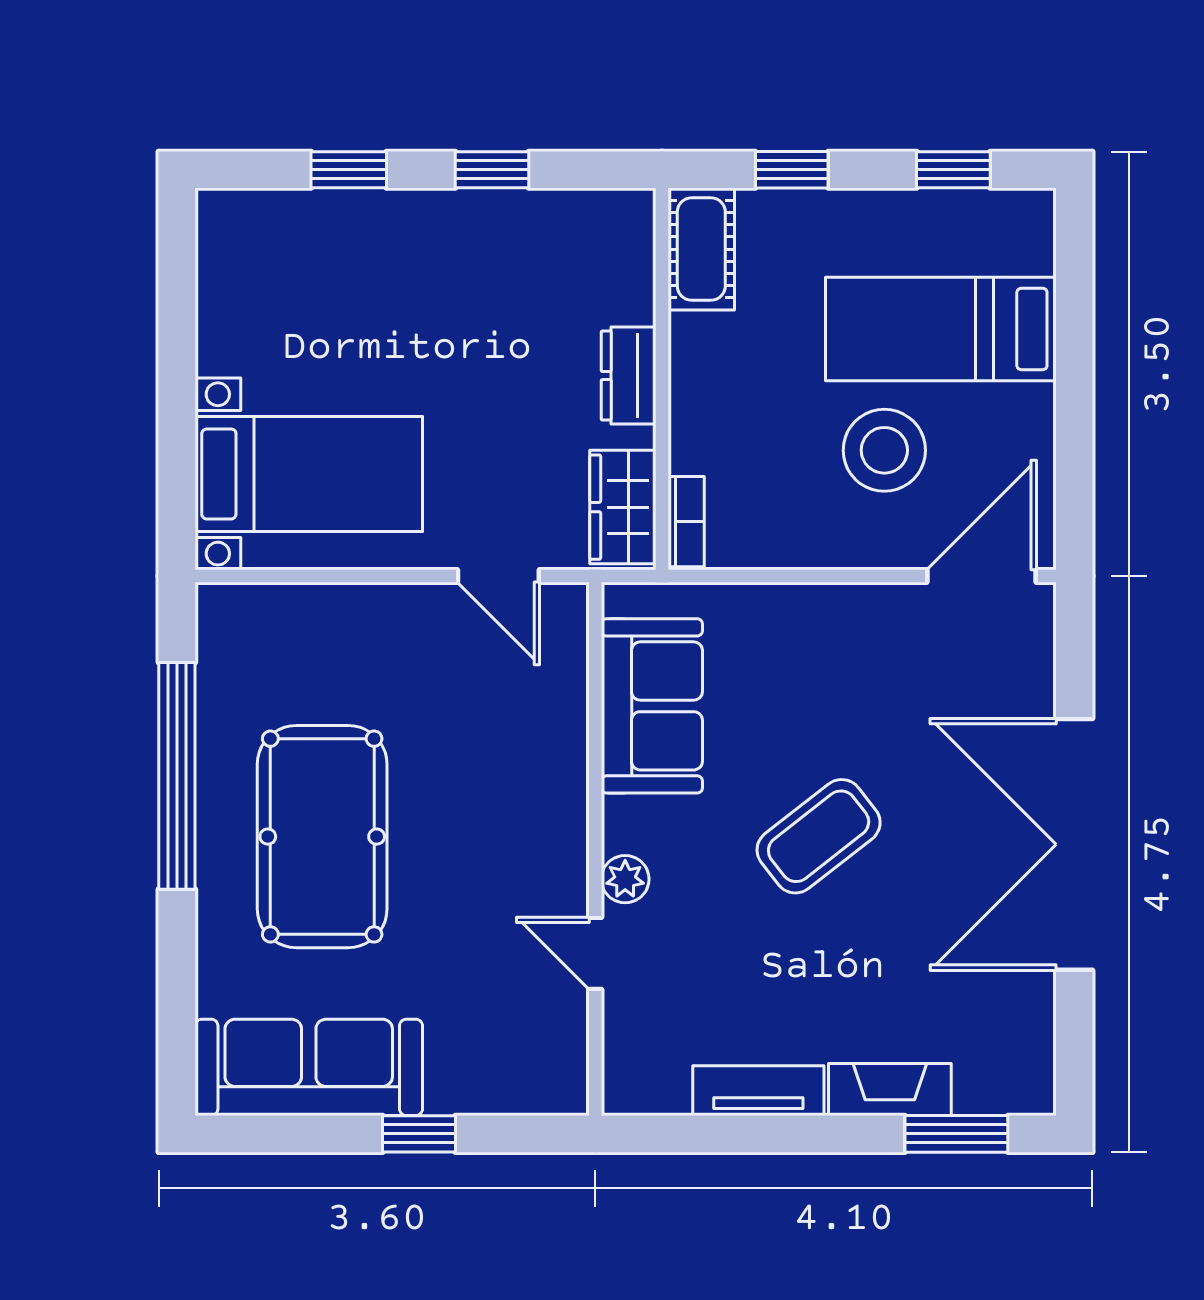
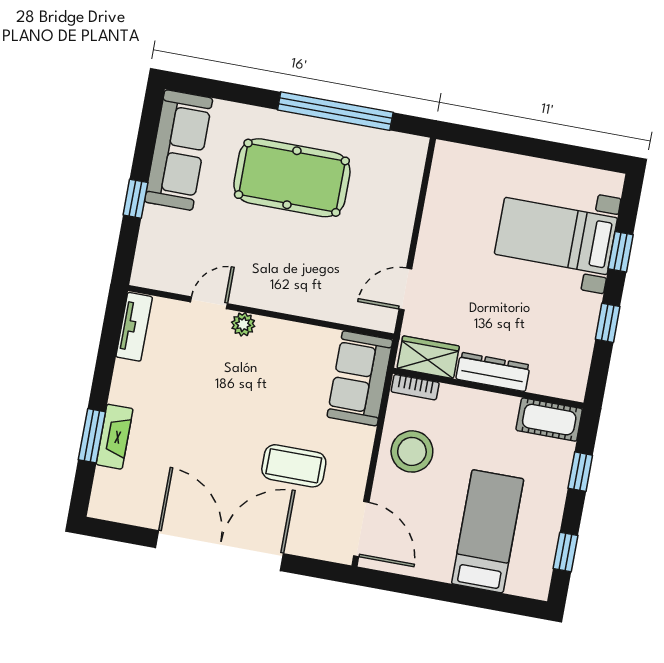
dresser: (629, 376) -> (493, 372), width x1.44
stool: (884, 450) -> (412, 451), moved
bed with nightstands: (309, 474) -> (556, 236), moved, turned 90
sofa: (652, 706) -> (360, 378), moved, turned 90
coffee table: (819, 836) -> (294, 466), moved, turned -52
tv unit: (758, 1091) -> (134, 327), moved
window: (956, 1134) -> (92, 436), moved

